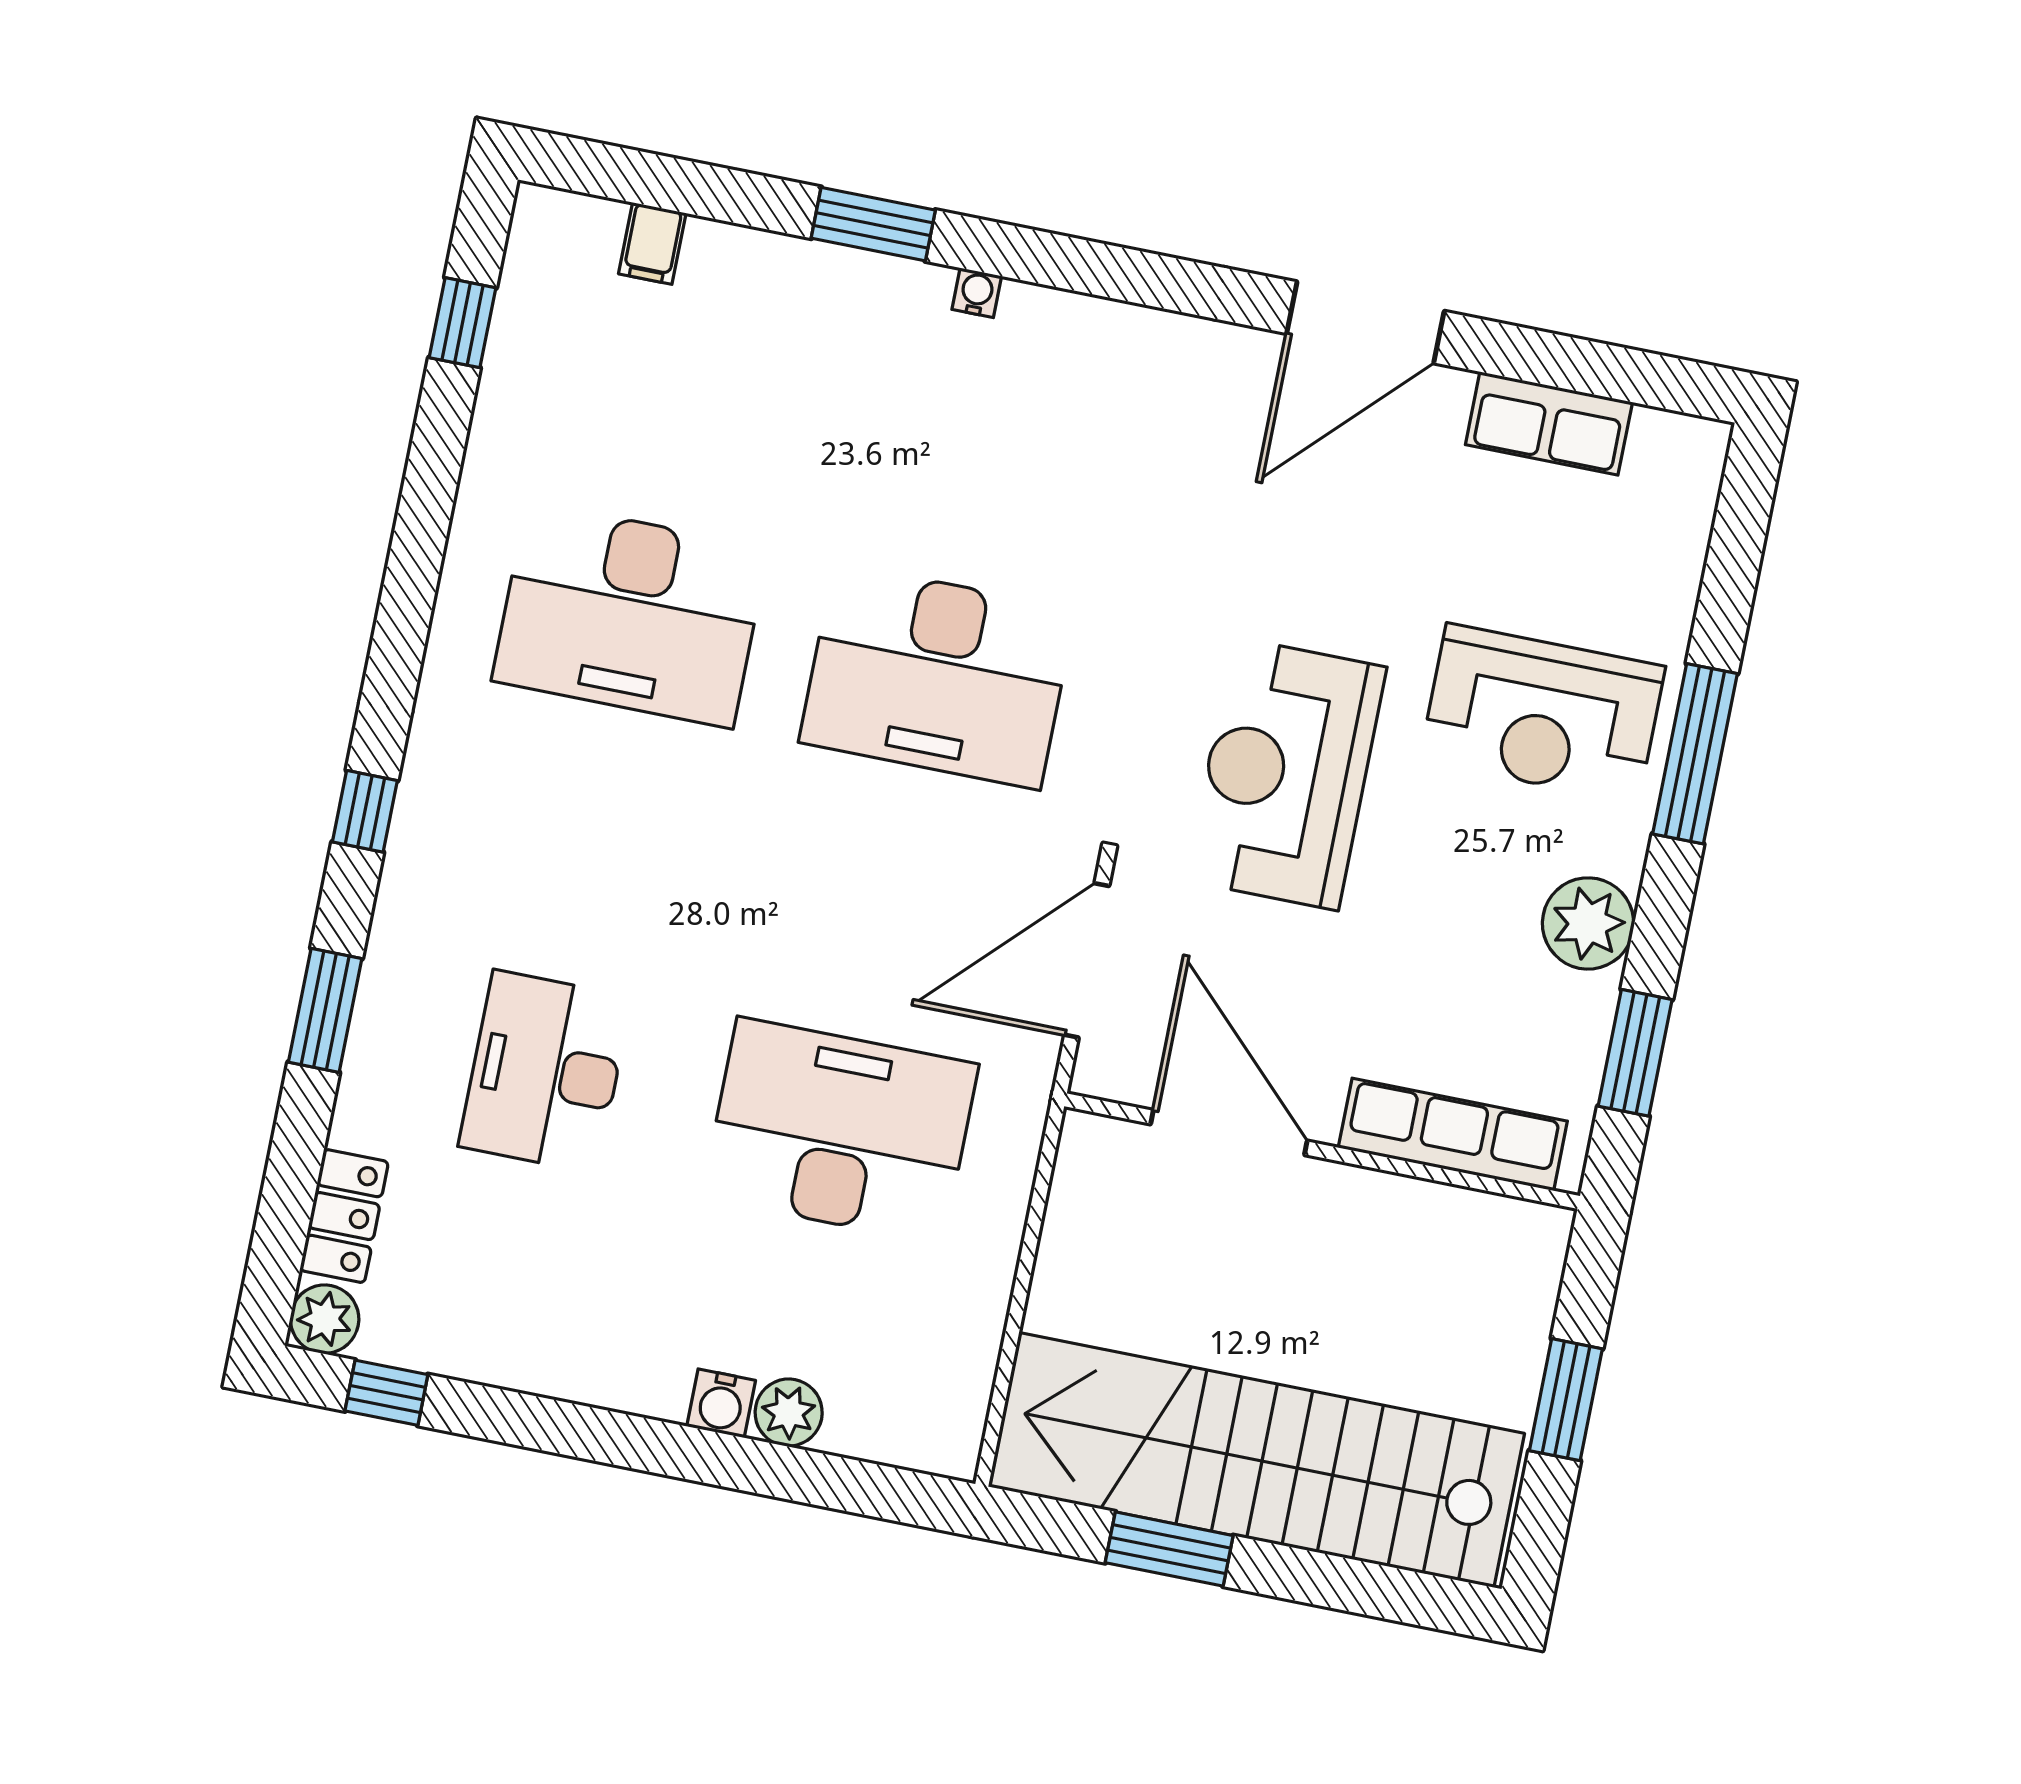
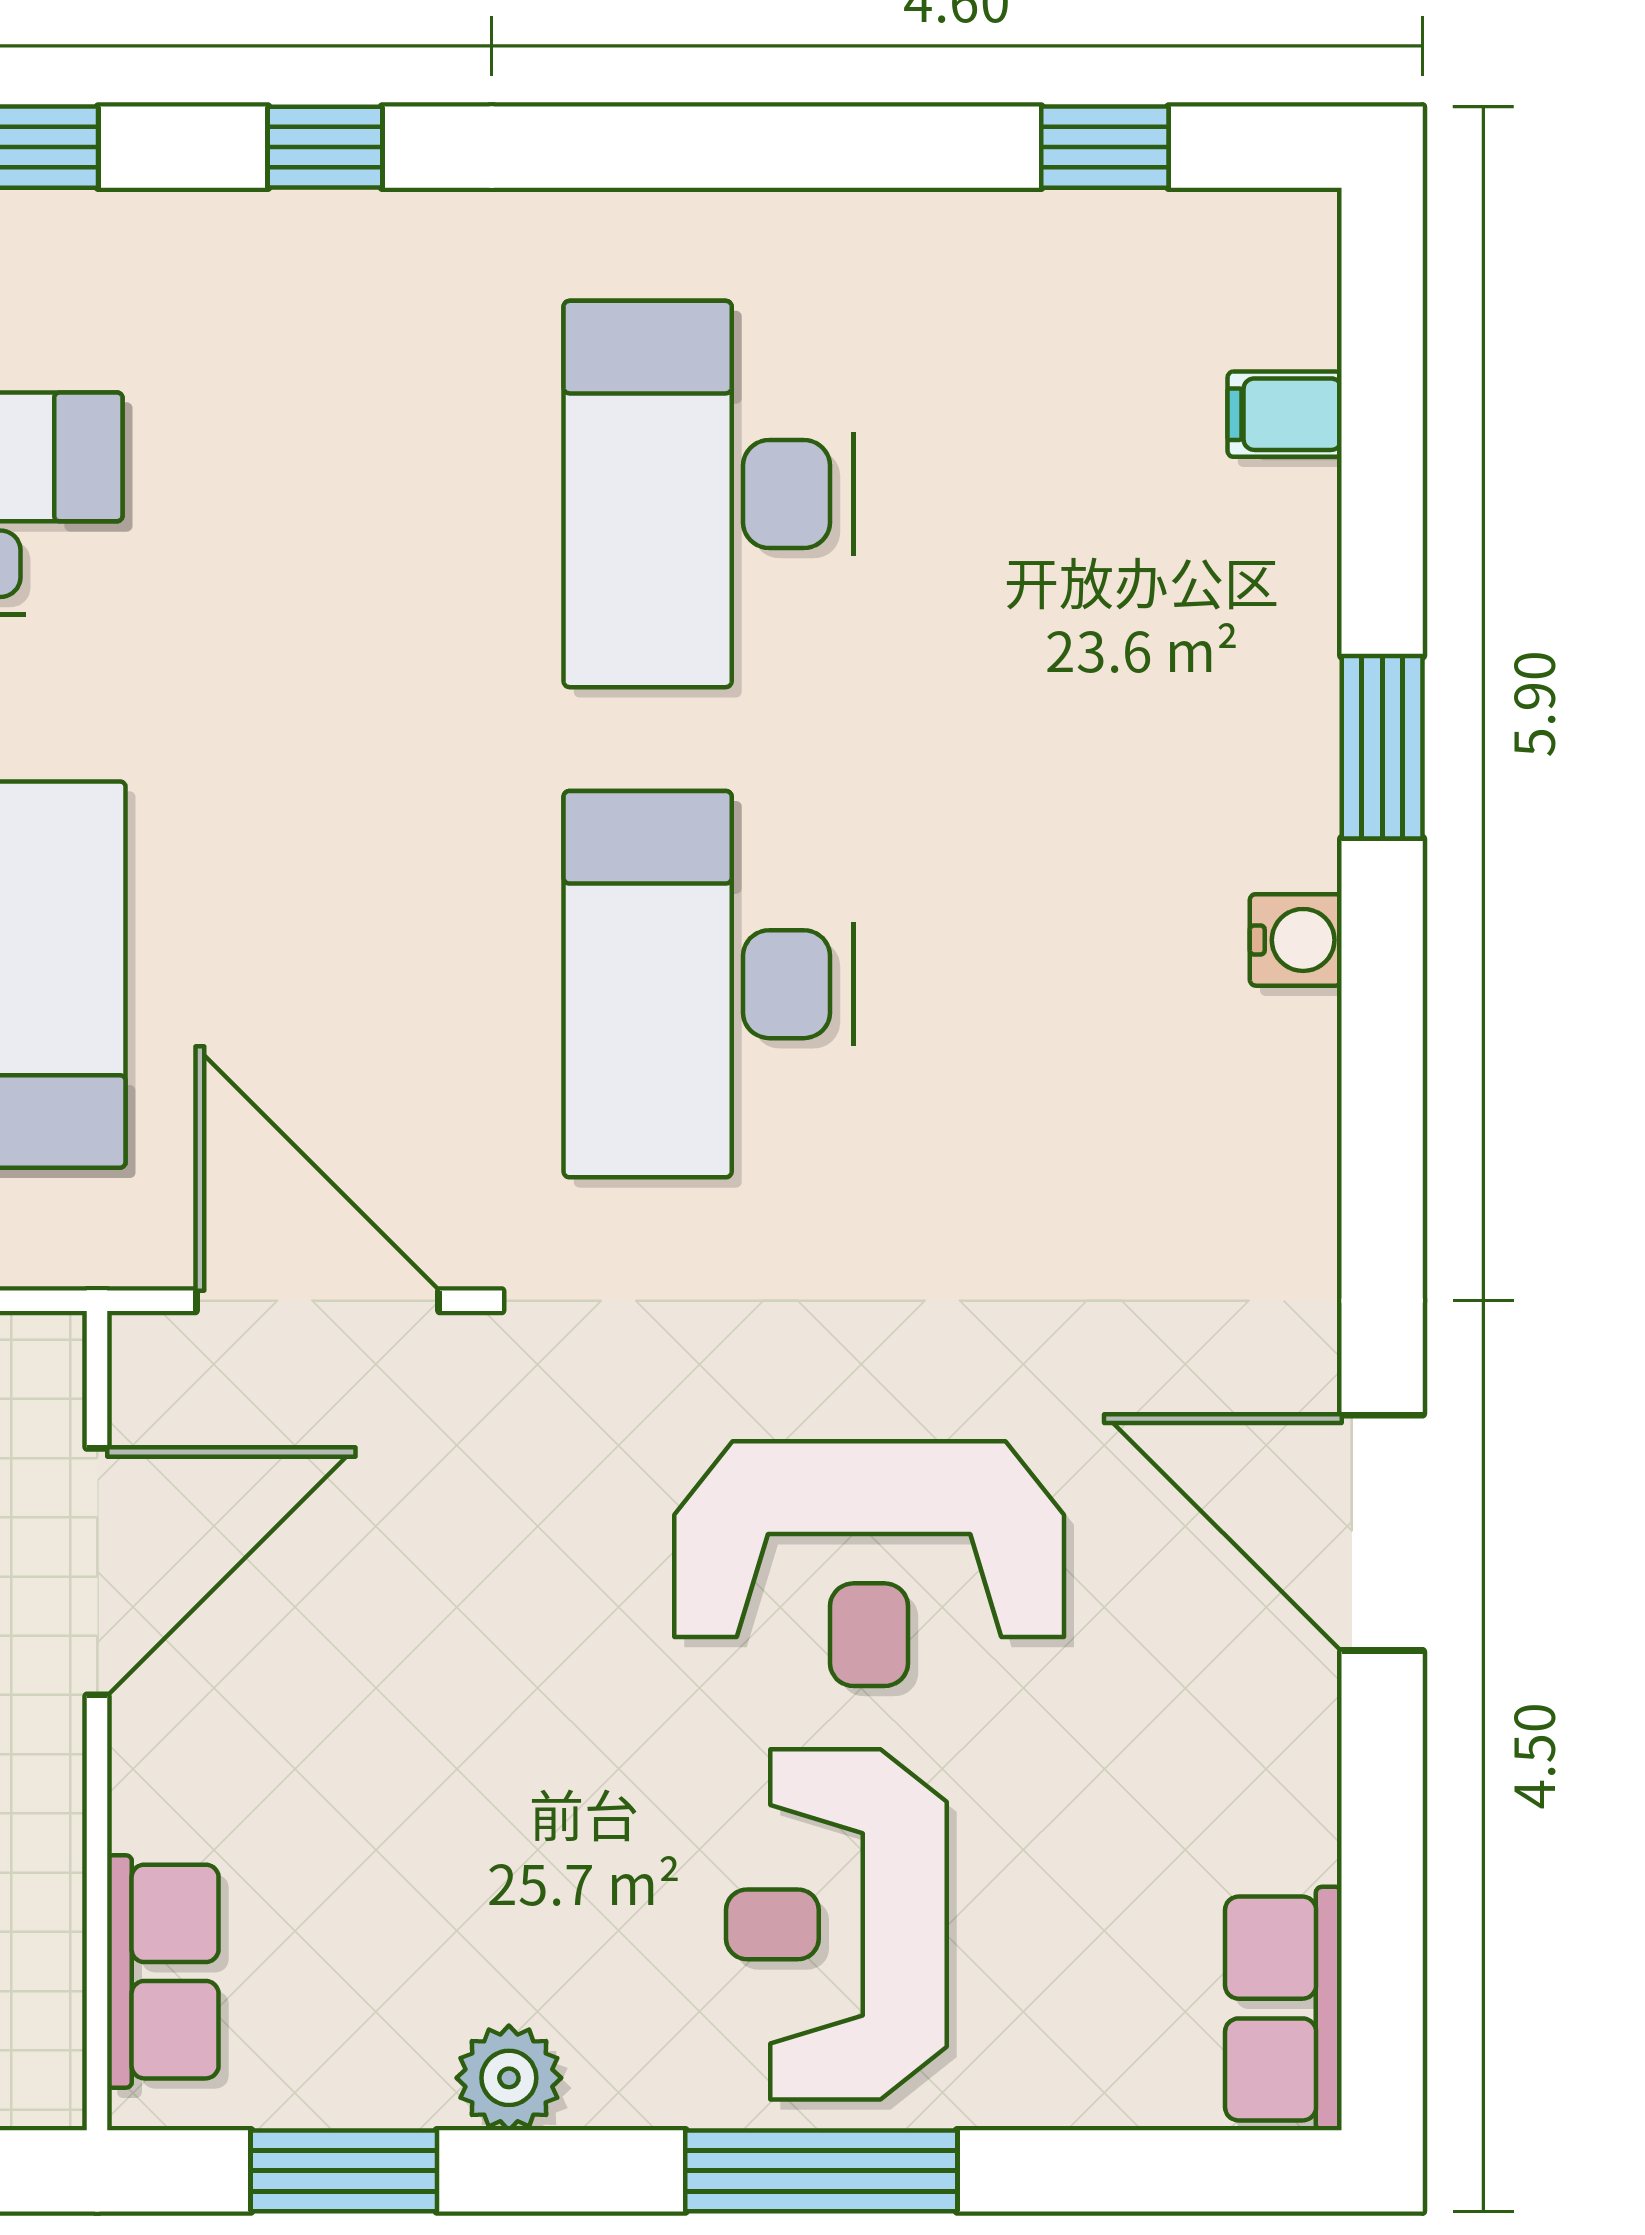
water cooler: (977, 293) -> (1296, 940), width x1.38, depth x1.38
row of seats: (1549, 423) -> (1283, 2009), moved
reception desk: (1286, 774) -> (869, 1564), moved, turned 180
plant: (1588, 923) -> (509, 2078), width x0.73, depth x0.73
row of seats: (1453, 1134) -> (163, 1972), width x0.68

